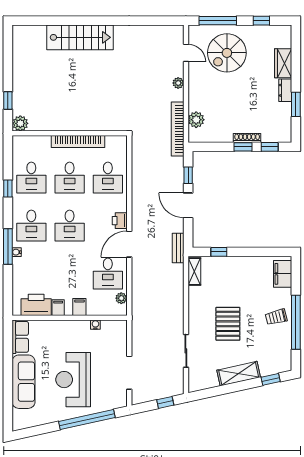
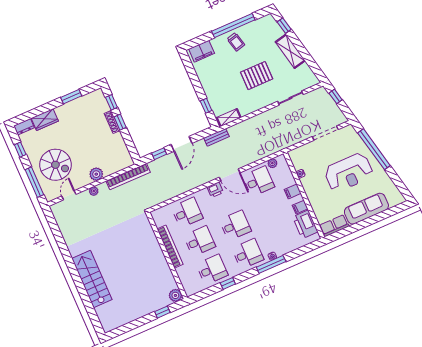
dresser: (285, 90) -> (24, 127), moved
plant: (196, 120) -> (96, 174), moved

